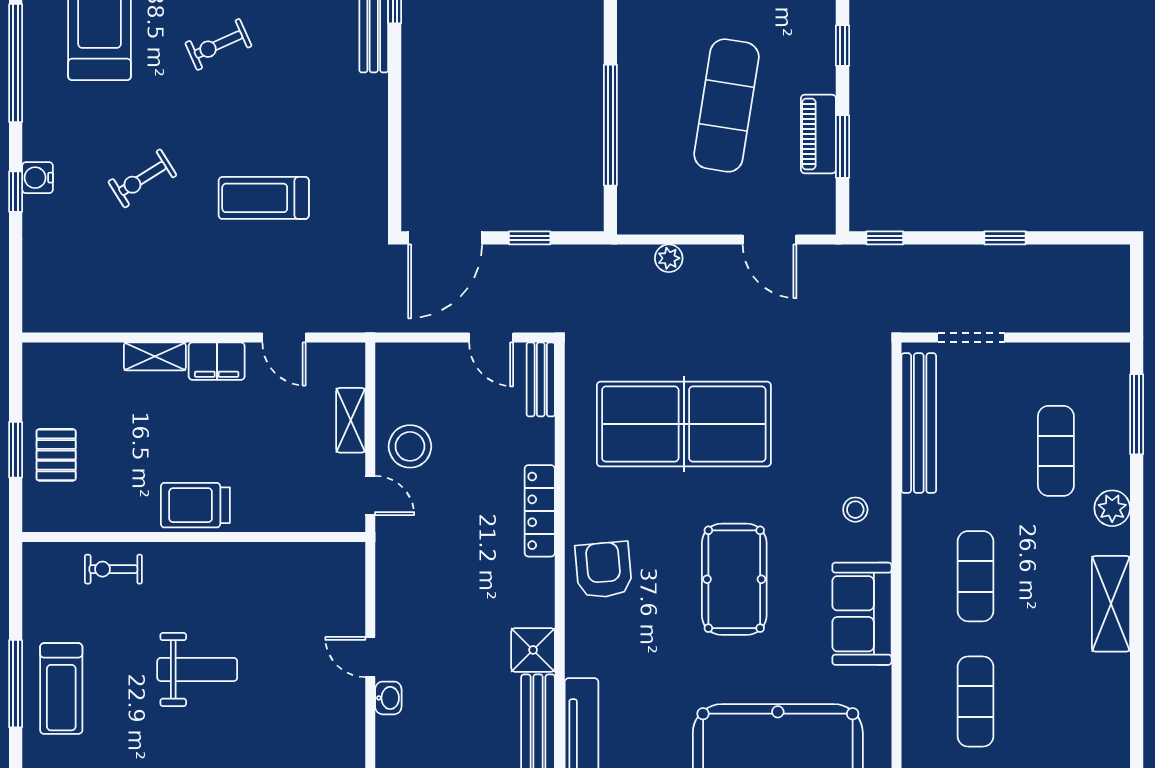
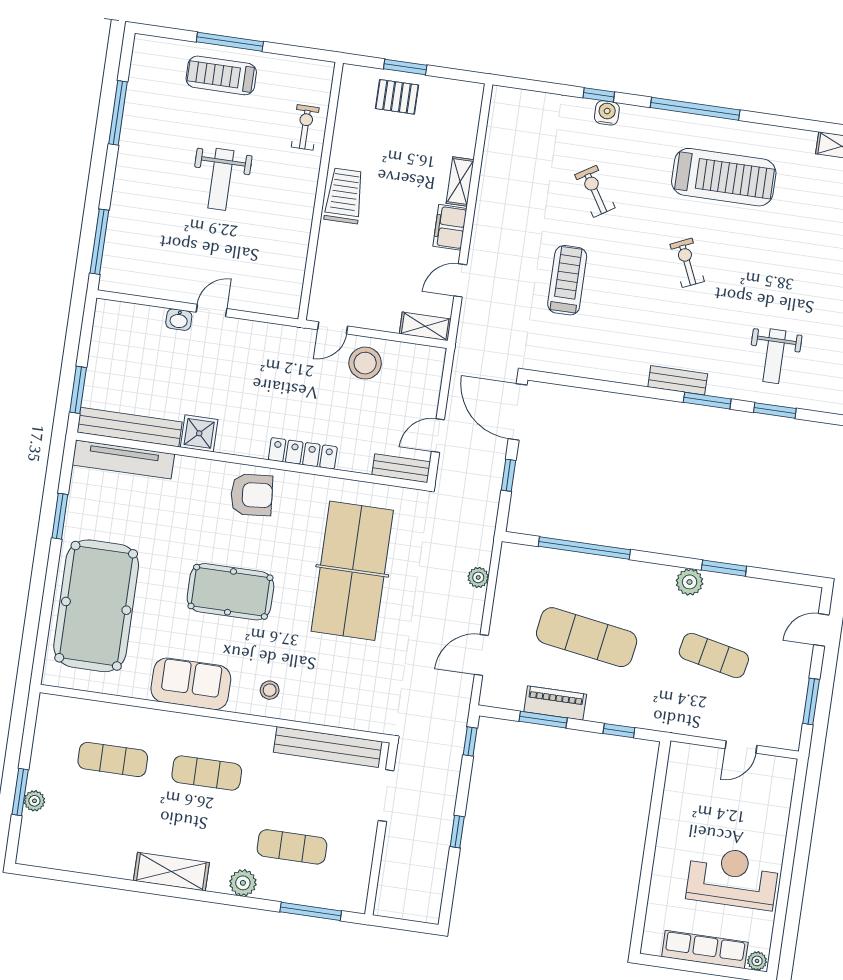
shelving: (351, 420) -> (425, 326), moved

